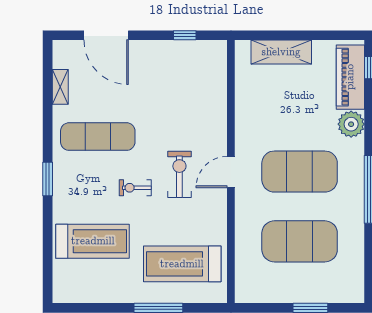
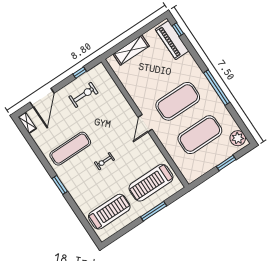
door: (106, 35) -> (42, 98), hinge flipped
shelving: (60, 87) -> (27, 123), moved
plant: (351, 124) -> (238, 138), moved
exercise bike: (179, 174) -> (83, 95), moved, turned 90
treadmill: (93, 241) -> (109, 212), moved

